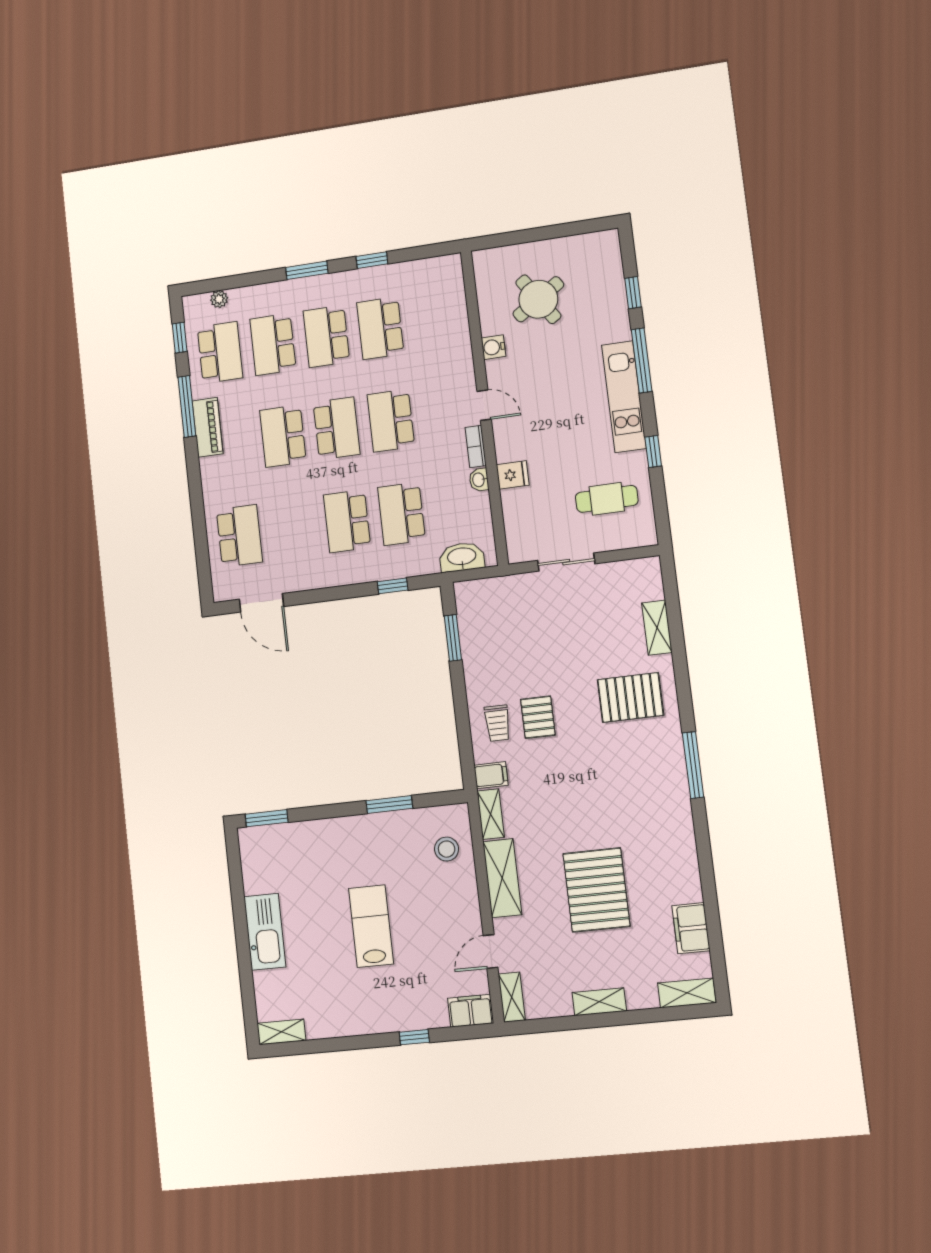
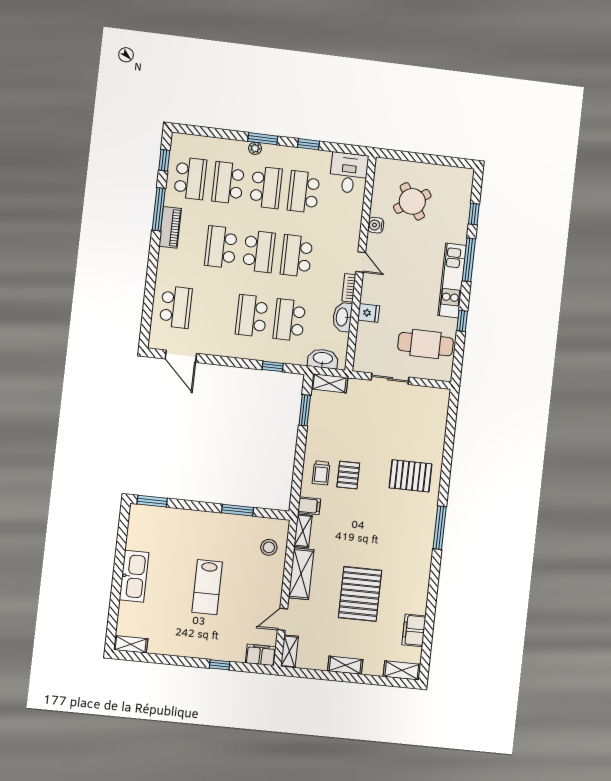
desk: (438, 284) -> (349, 173), added
plant: (219, 299) -> (255, 148), moved
school desk: (326, 336) -> (266, 187), turned 180
washbasin: (479, 480) -> (342, 317), width x1.91, depth x1.45
cafe table: (607, 499) -> (426, 344), width x1.37, depth x1.35
shelving: (657, 628) -> (330, 383), moved, turned 90
lab bench: (371, 926) -> (207, 587), turned 180

